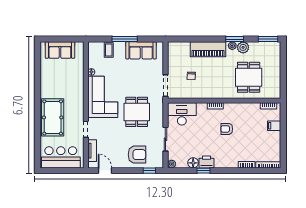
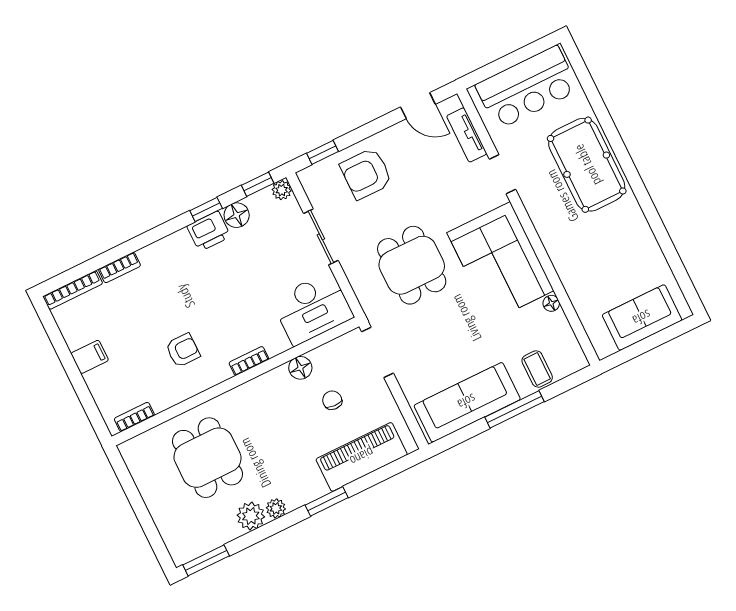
window: (235, 39) -> (327, 501), moved
piano: (208, 49) -> (362, 457), moved
sofa: (141, 50) -> (467, 402), width x1.36
floor lamp: (197, 94) -> (300, 368), added
filing cabinet: (274, 126) -> (90, 357), moved
armchair: (227, 129) -> (183, 350), moved
window: (180, 171) -> (258, 184), added

